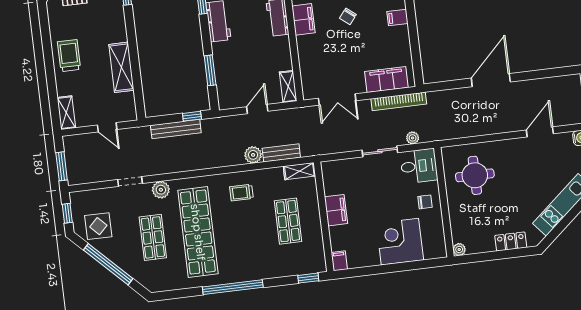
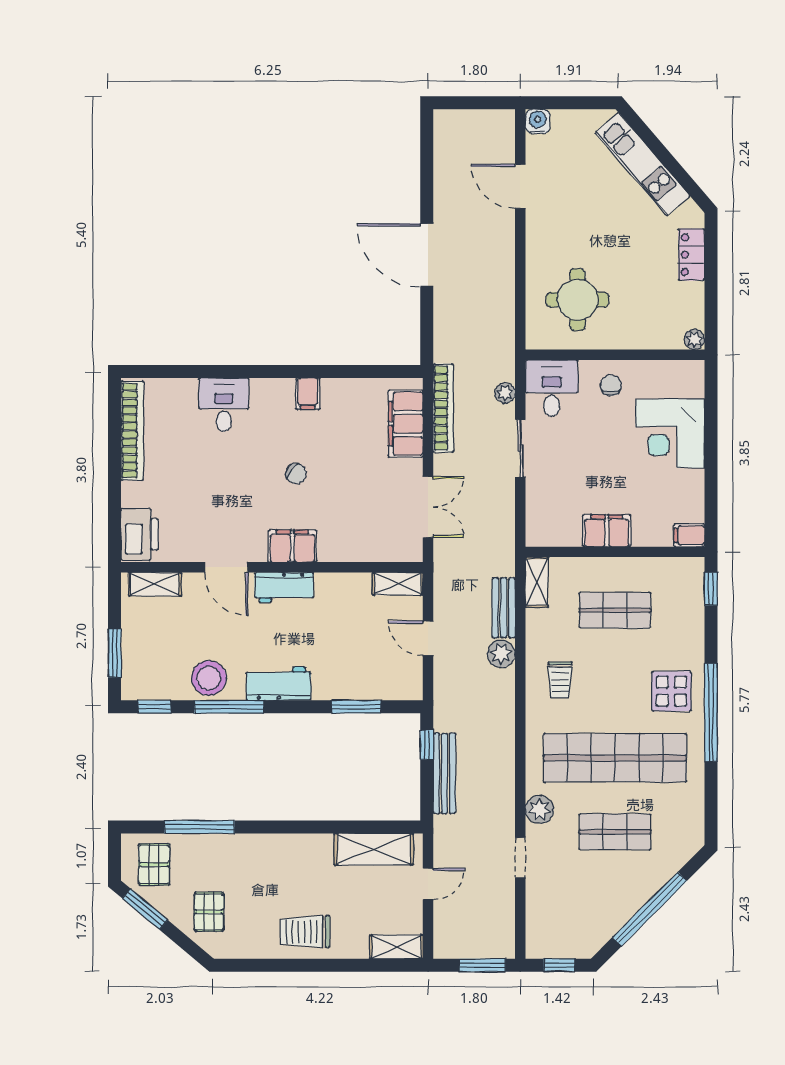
shelving: (121, 67) -> (374, 849), moved
display table: (98, 226) -> (671, 691), moved

